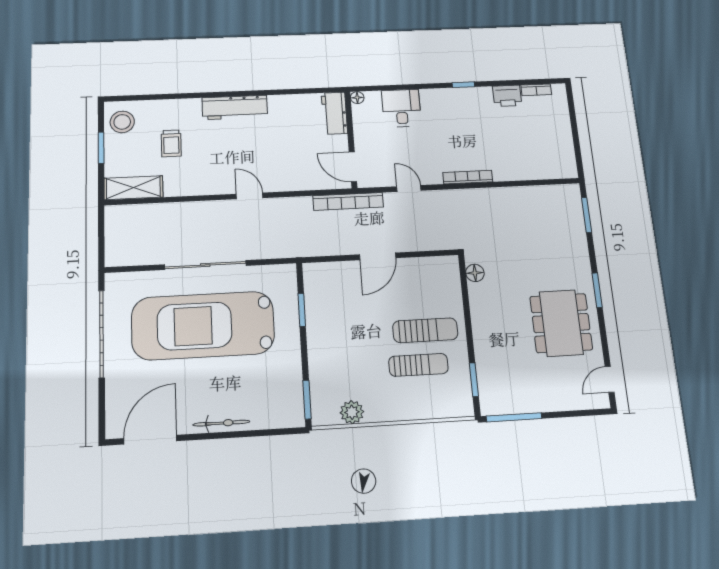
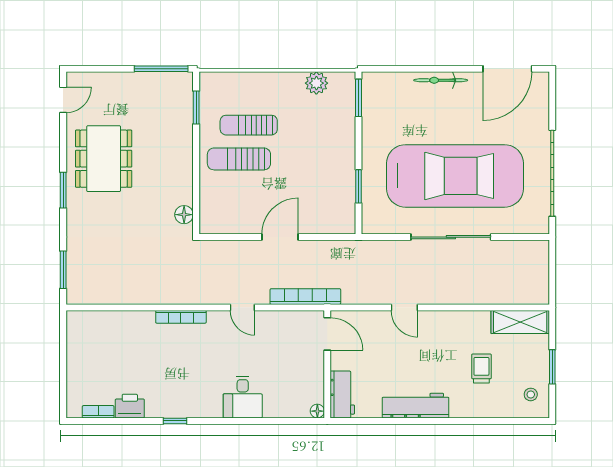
floor lamp: (357, 98) -> (317, 411), moved
workbench: (334, 113) -> (342, 395), moved
stool: (122, 122) -> (531, 394), width x0.53, depth x0.53
wall: (351, 139) -> (327, 364), moved
door: (353, 167) -> (327, 334), moved

